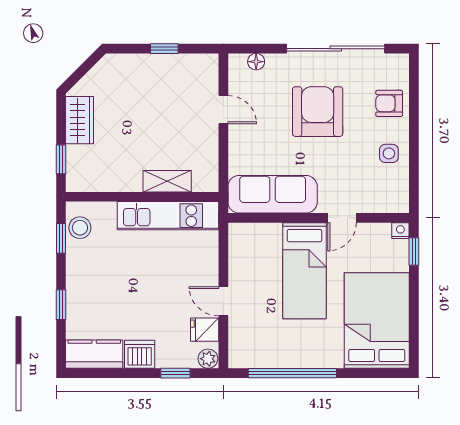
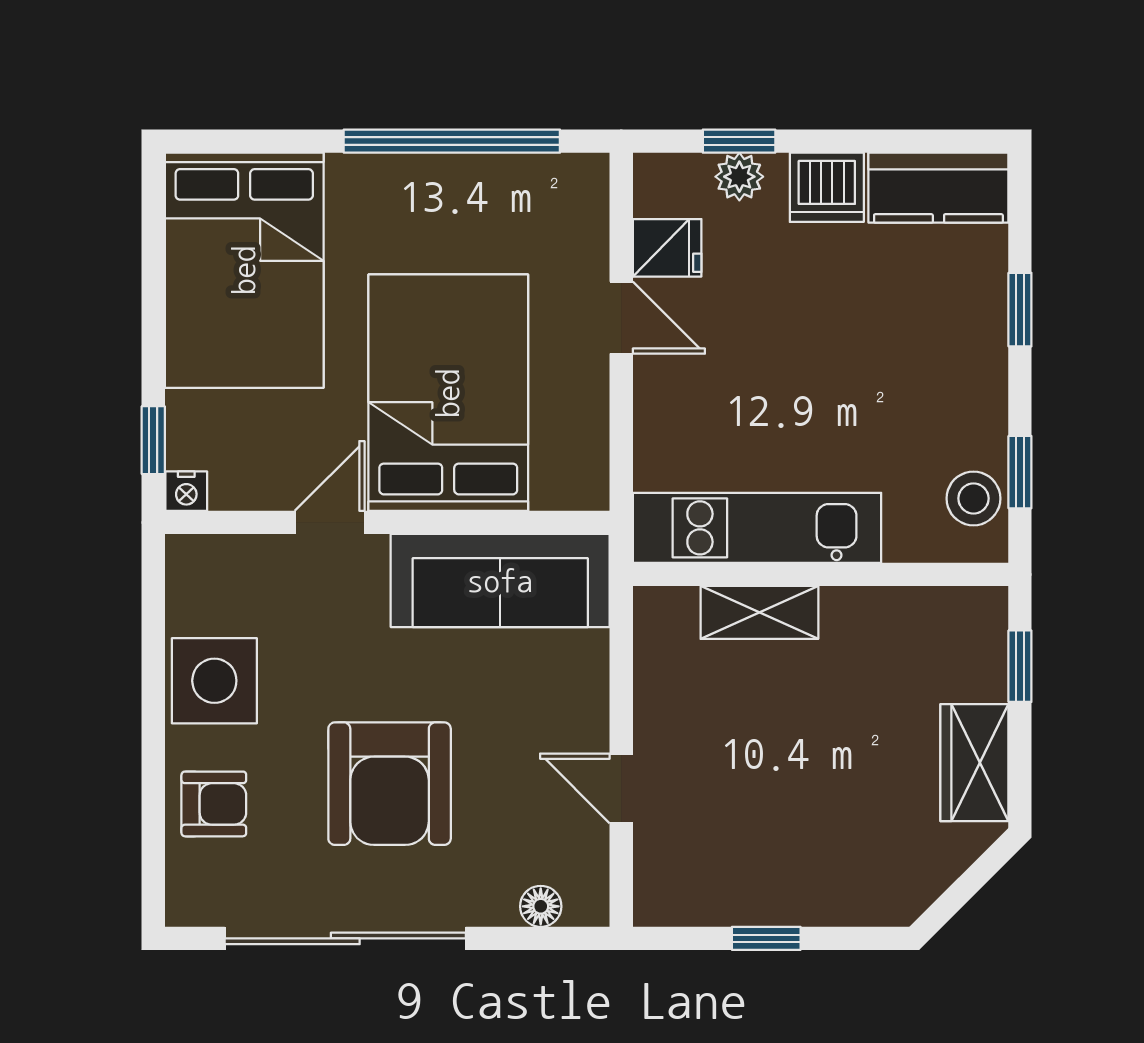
side table: (389, 153) -> (214, 681), width x1.87, depth x1.87
bed: (305, 271) -> (448, 393), width x1.50
plant: (208, 359) -> (739, 177), moved

